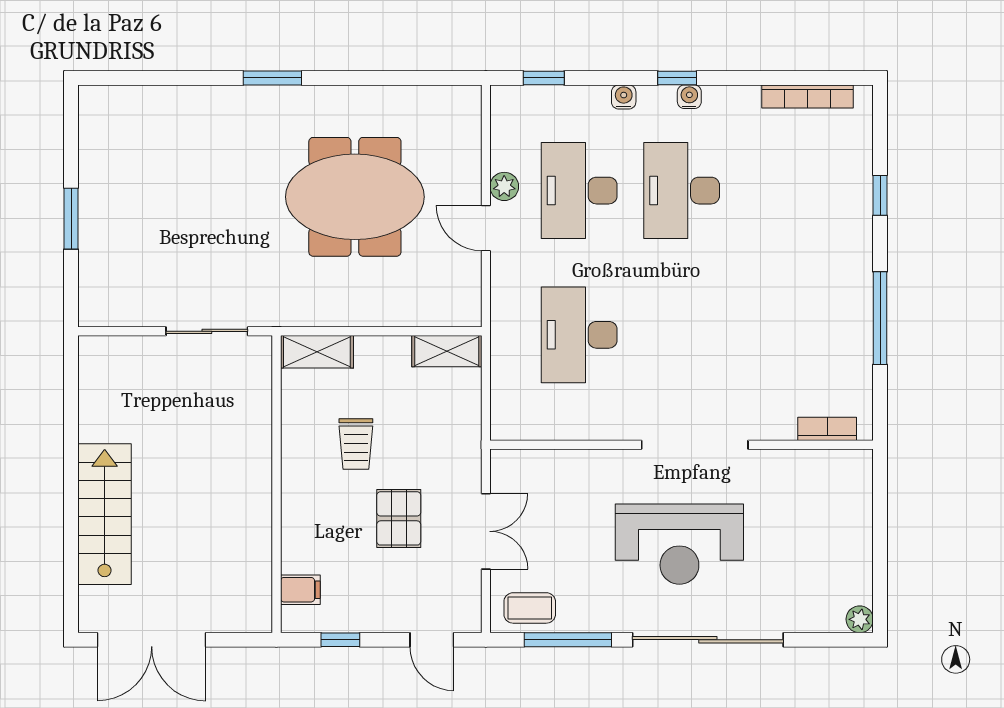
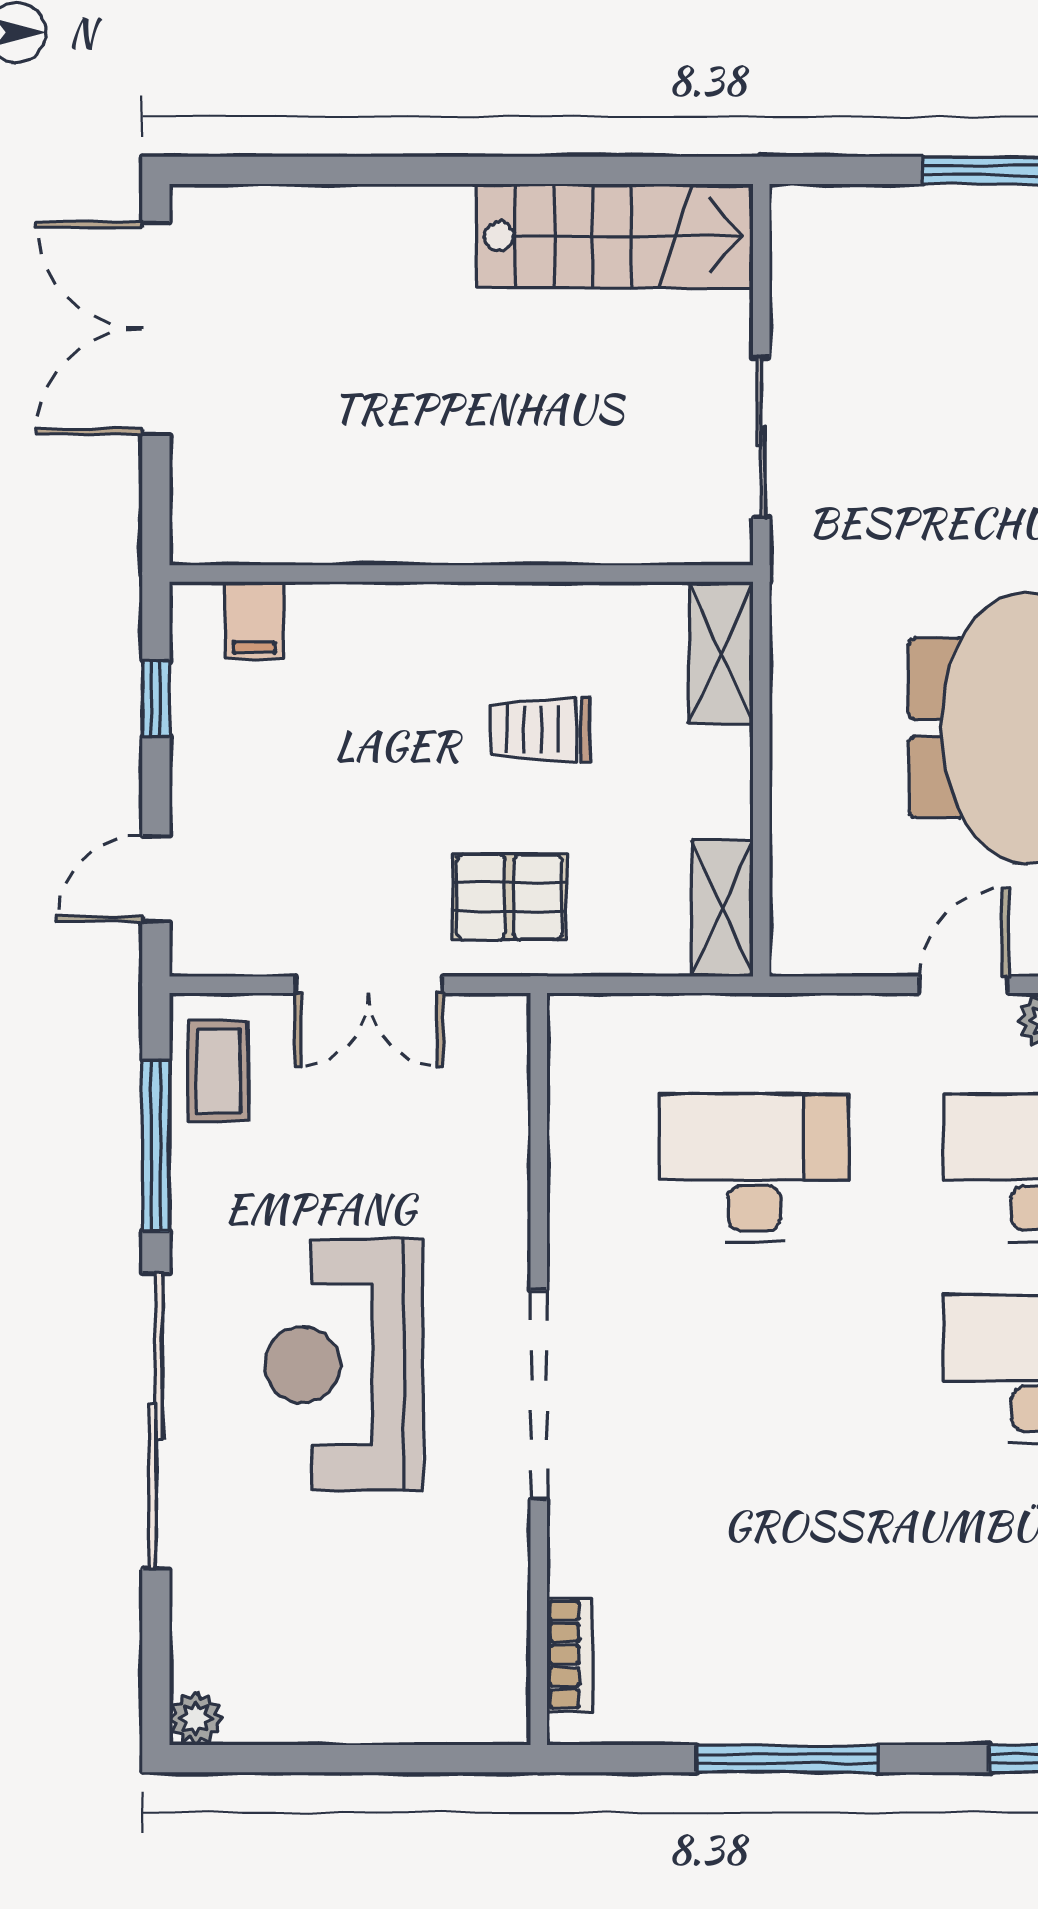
stairs: (105, 514) -> (615, 236), moved
pallet: (399, 518) -> (509, 897), moved

